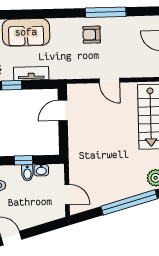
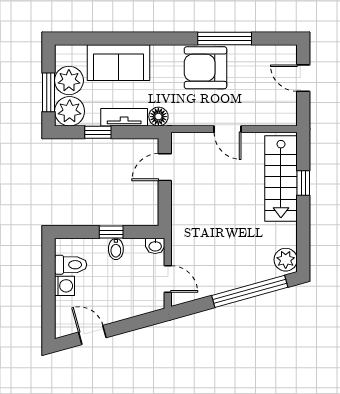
armchair: (92, 35) -> (205, 68), width x1.88, depth x1.88
floor lamp: (57, 72) -> (158, 117), added
washbasin: (41, 170) -> (155, 246), moved

